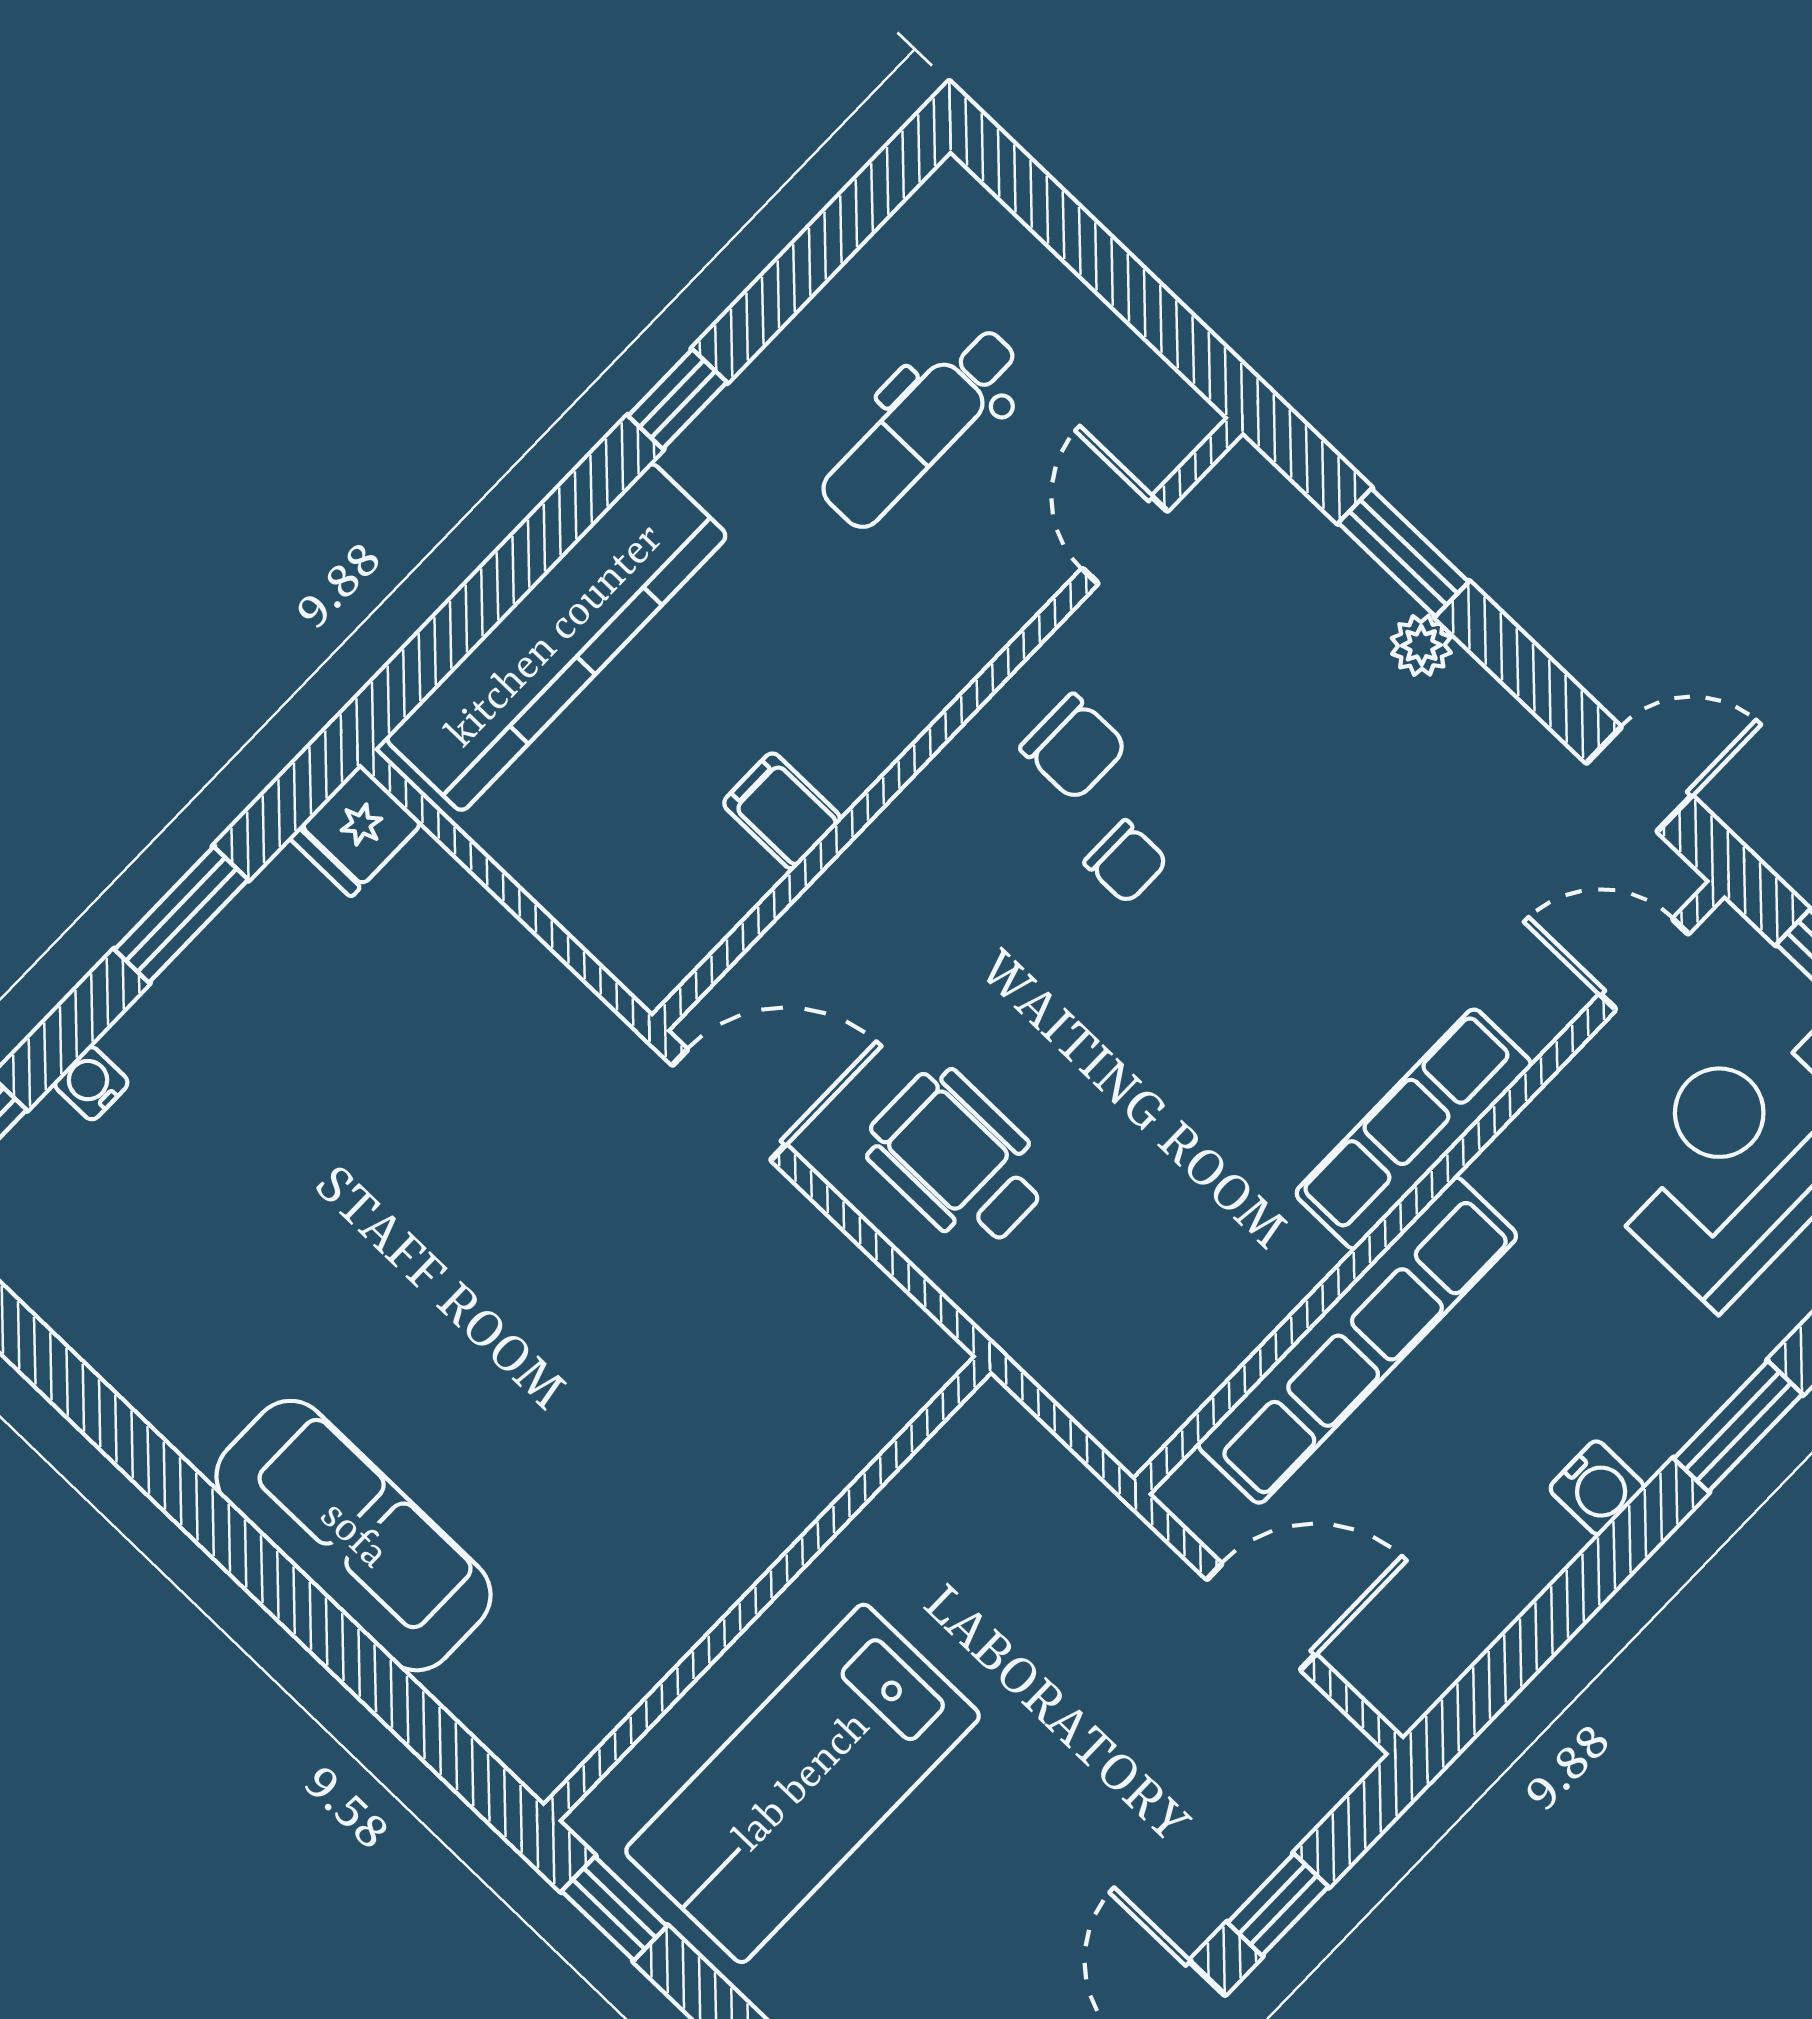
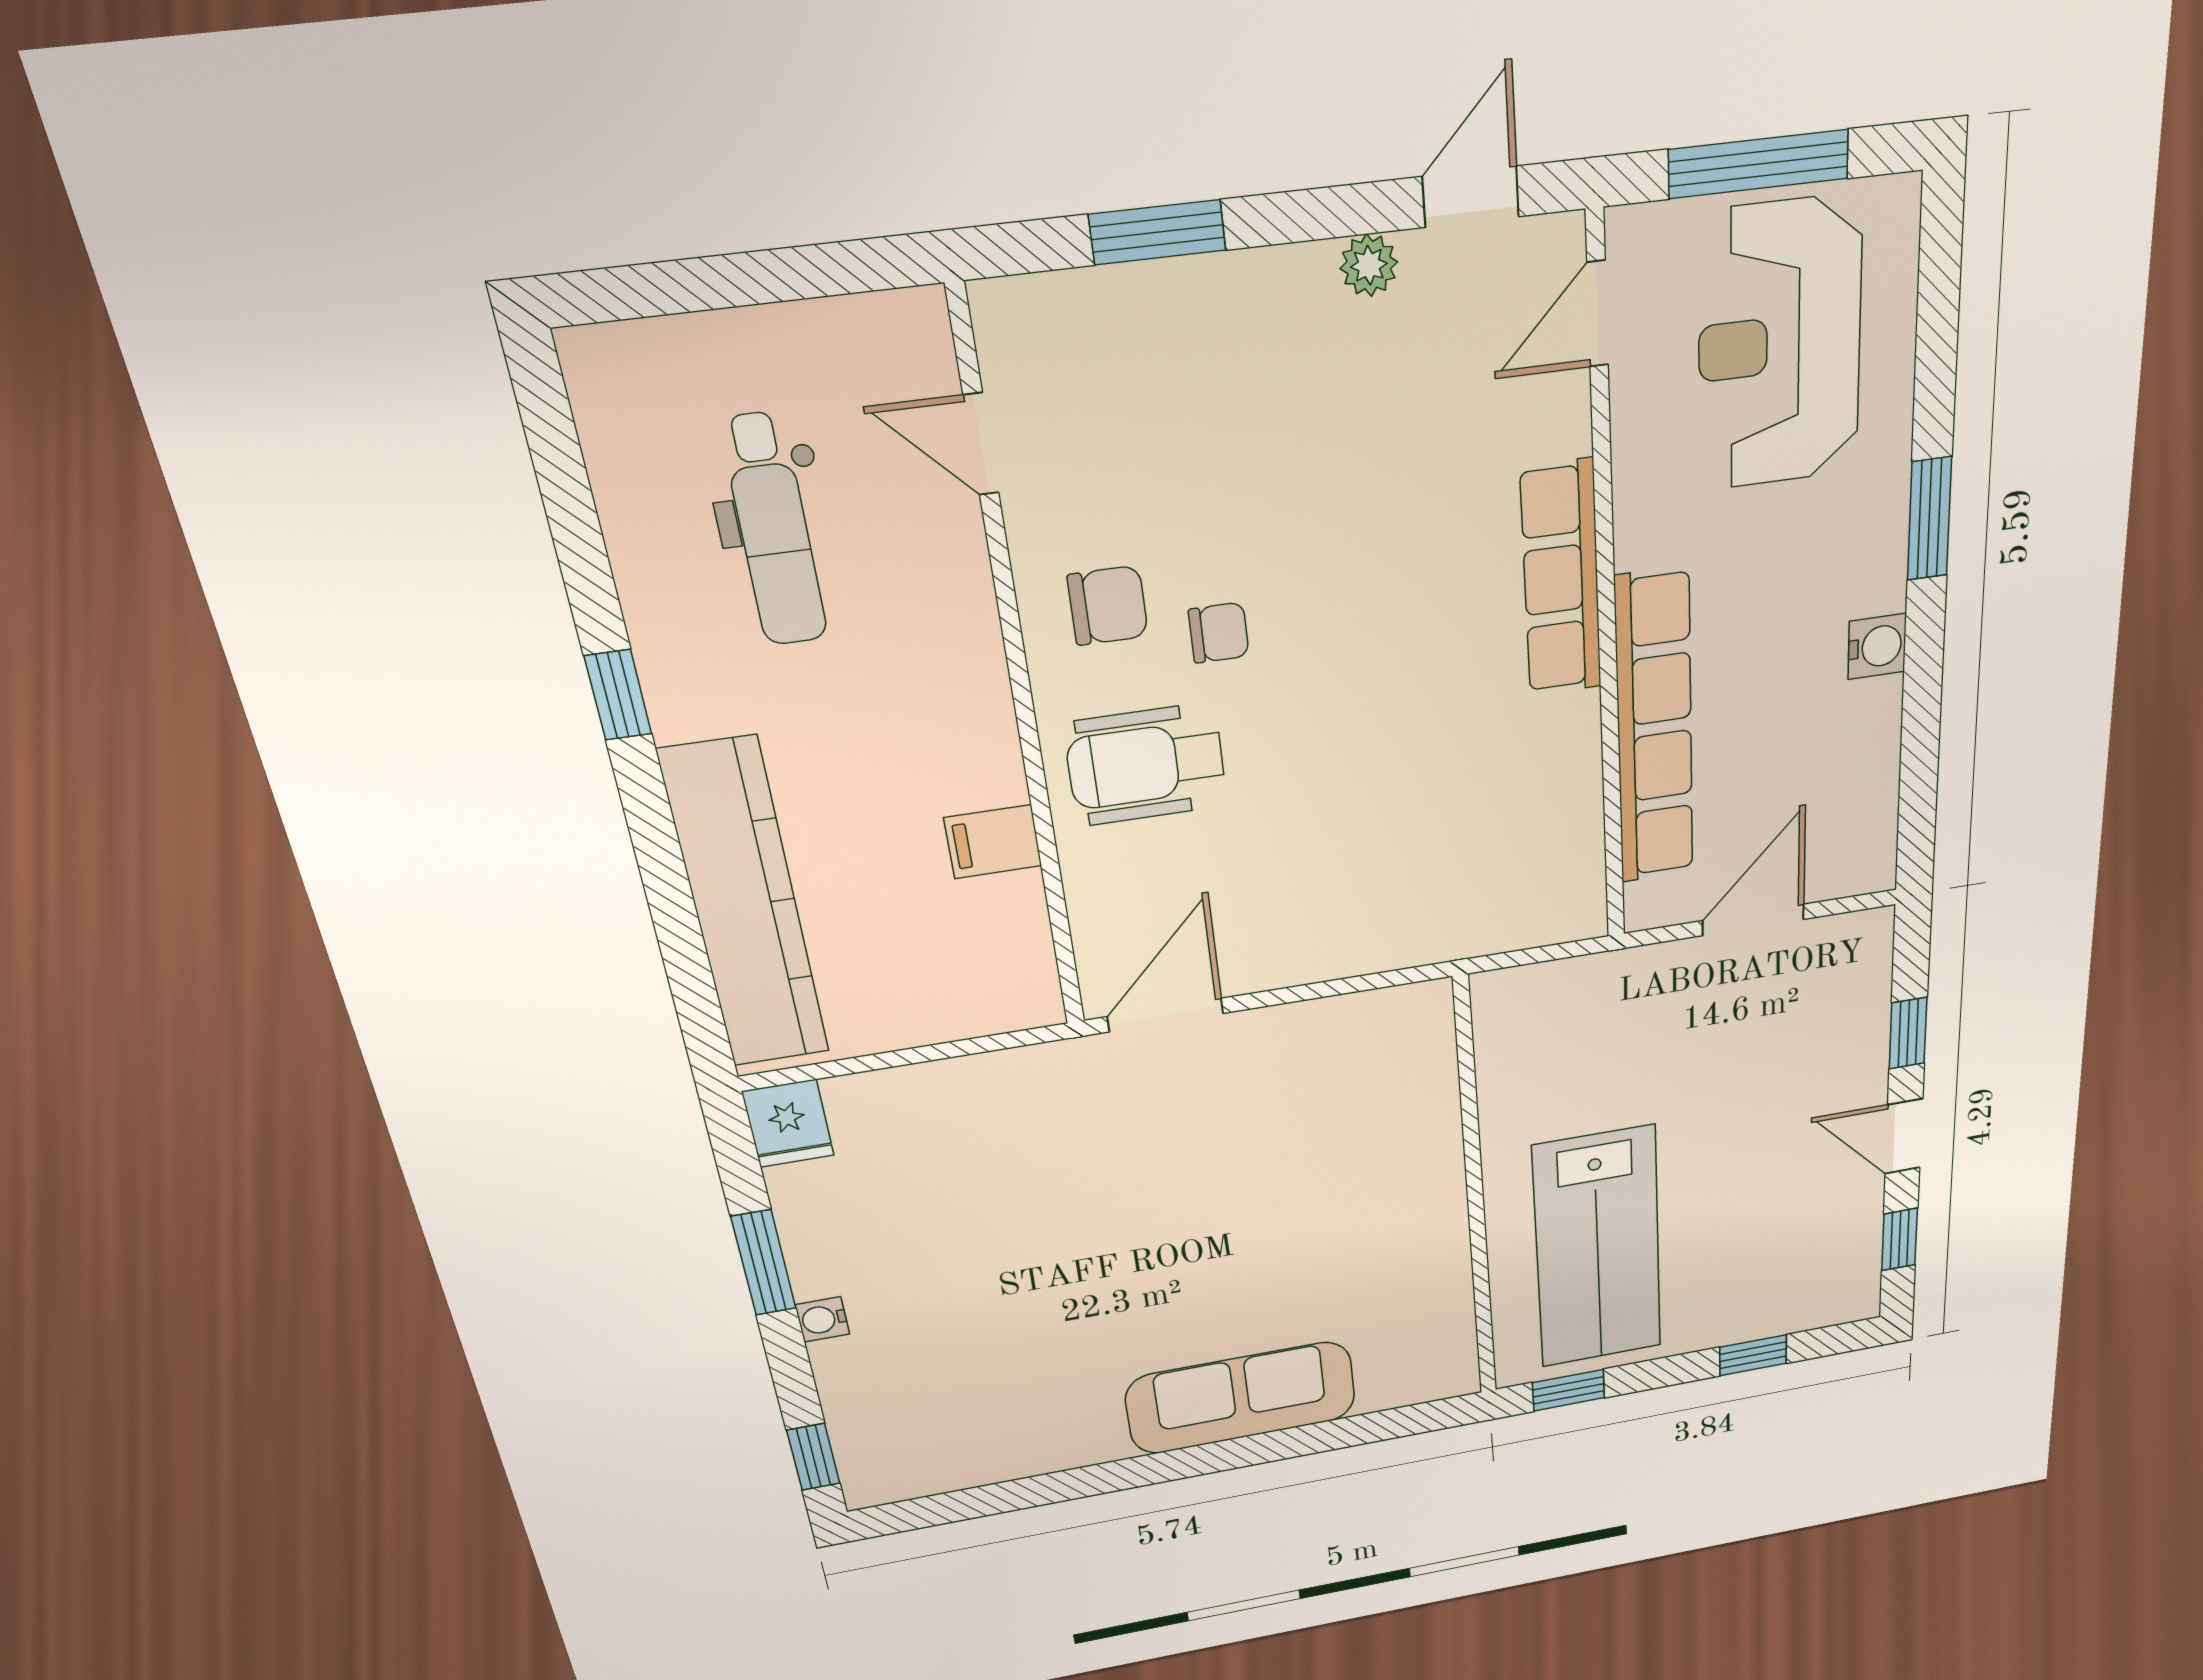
plant: (1421, 645) -> (1369, 265), moved
water cooler: (91, 1083) -> (822, 1319), moved
wheelchair: (958, 1160) -> (1146, 764), moved

